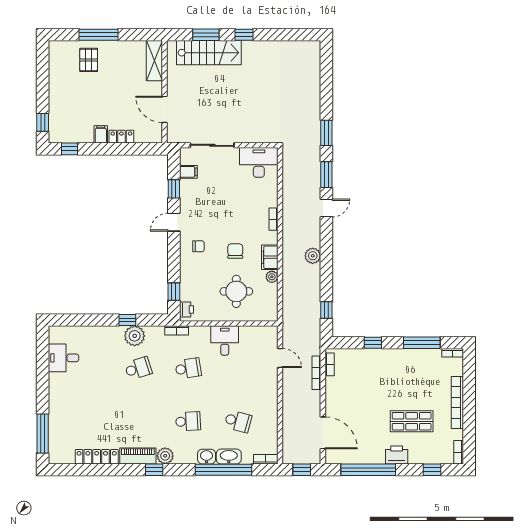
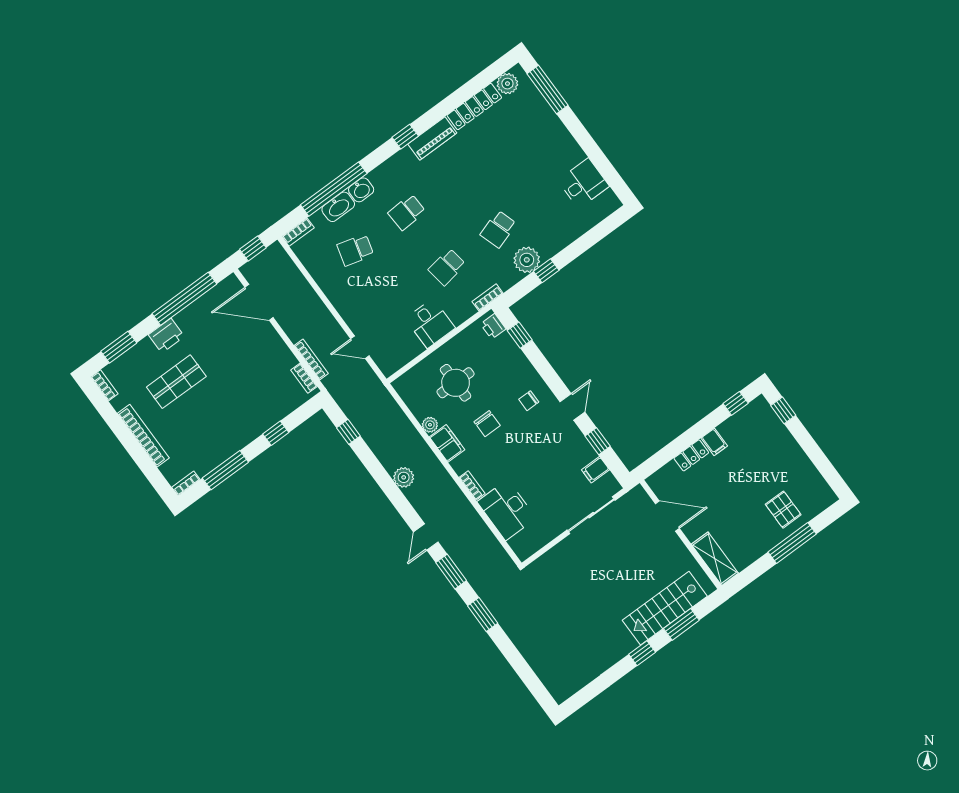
desk: (259, 162) -> (507, 510), moved, turned 90
plant: (165, 456) -> (507, 84), moved
window: (432, 470) -> (119, 347), width x1.50

